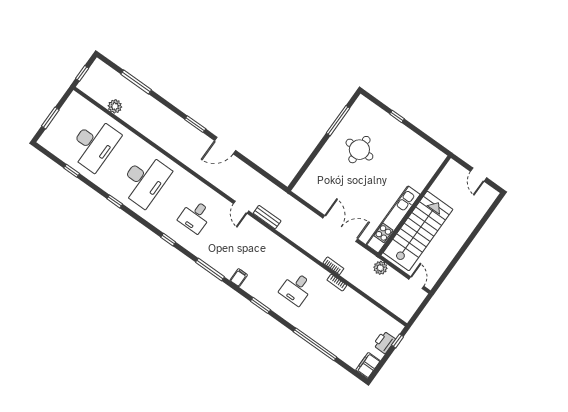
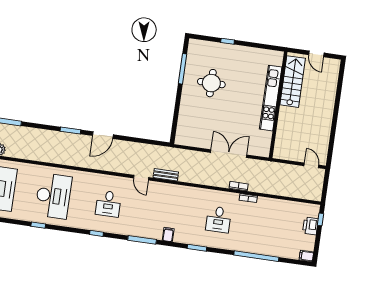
kitchen unit: (393, 219) -> (271, 98), moved
stairs: (418, 231) -> (293, 82), moved, width x0.73, depth x0.66
plant: (380, 268) -> (277, 168), removed
filing cabinet: (368, 365) -> (306, 256), width x0.50

